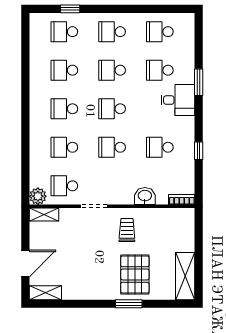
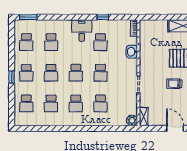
window: (70, 9) -> (12, 77), moved
window: (199, 82) -> (28, 17), moved
desk: (178, 100) -> (82, 30), moved
school desk: (64, 186) -> (125, 103), removed
trolley: (127, 230) -> (174, 84), moved

